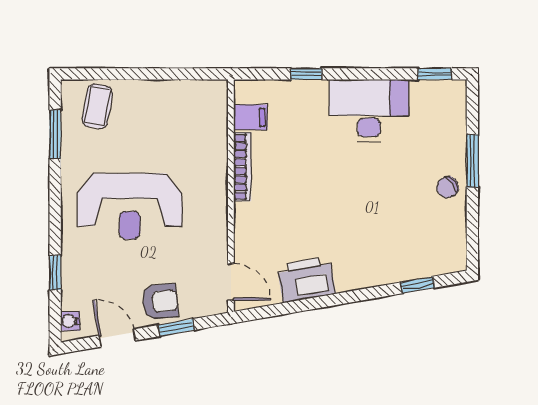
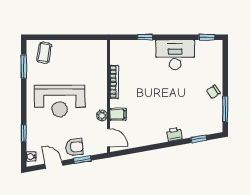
filing cabinet: (250, 117) -> (118, 114), moved
window: (472, 161) -> (225, 109), moved
plant: (217, 236) -> (102, 116), added
printer: (306, 280) -> (174, 134), moved, width x0.53, depth x0.68

